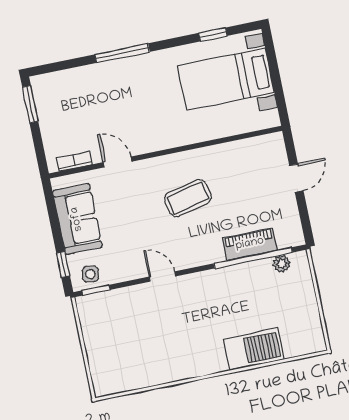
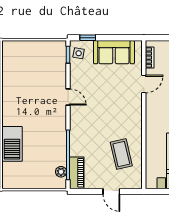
coffee table: (188, 198) -> (121, 154), moved
piano: (250, 244) -> (77, 173), moved
door: (162, 277) -> (68, 97), hinge flipped

